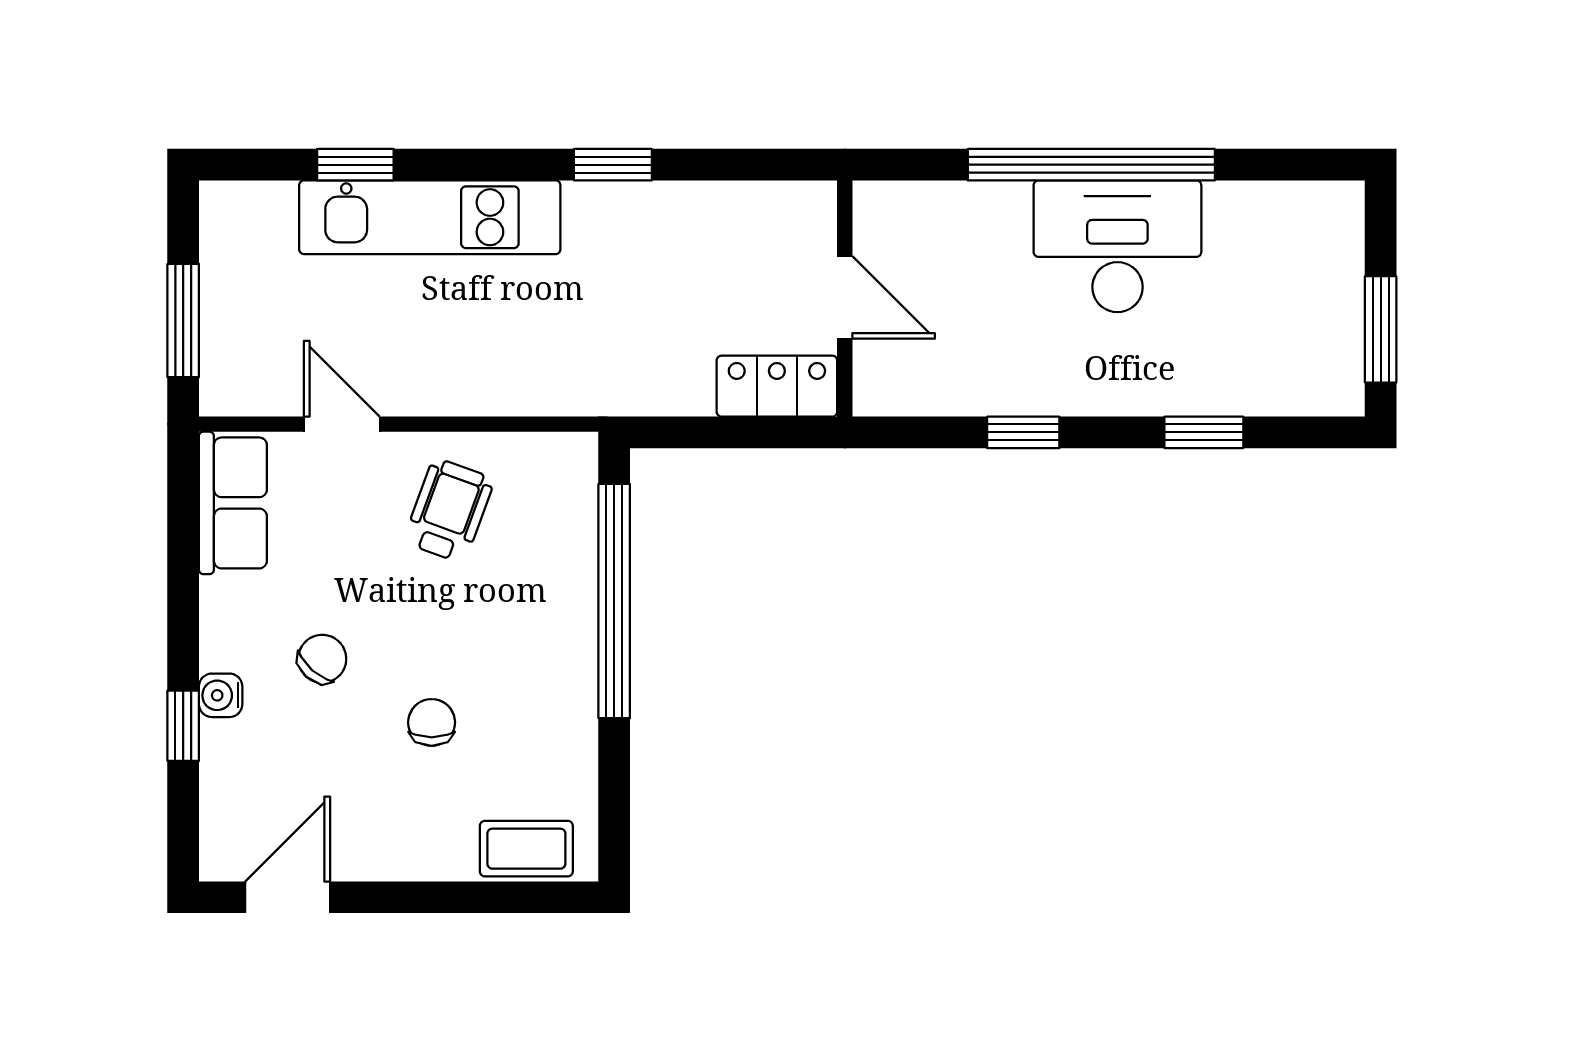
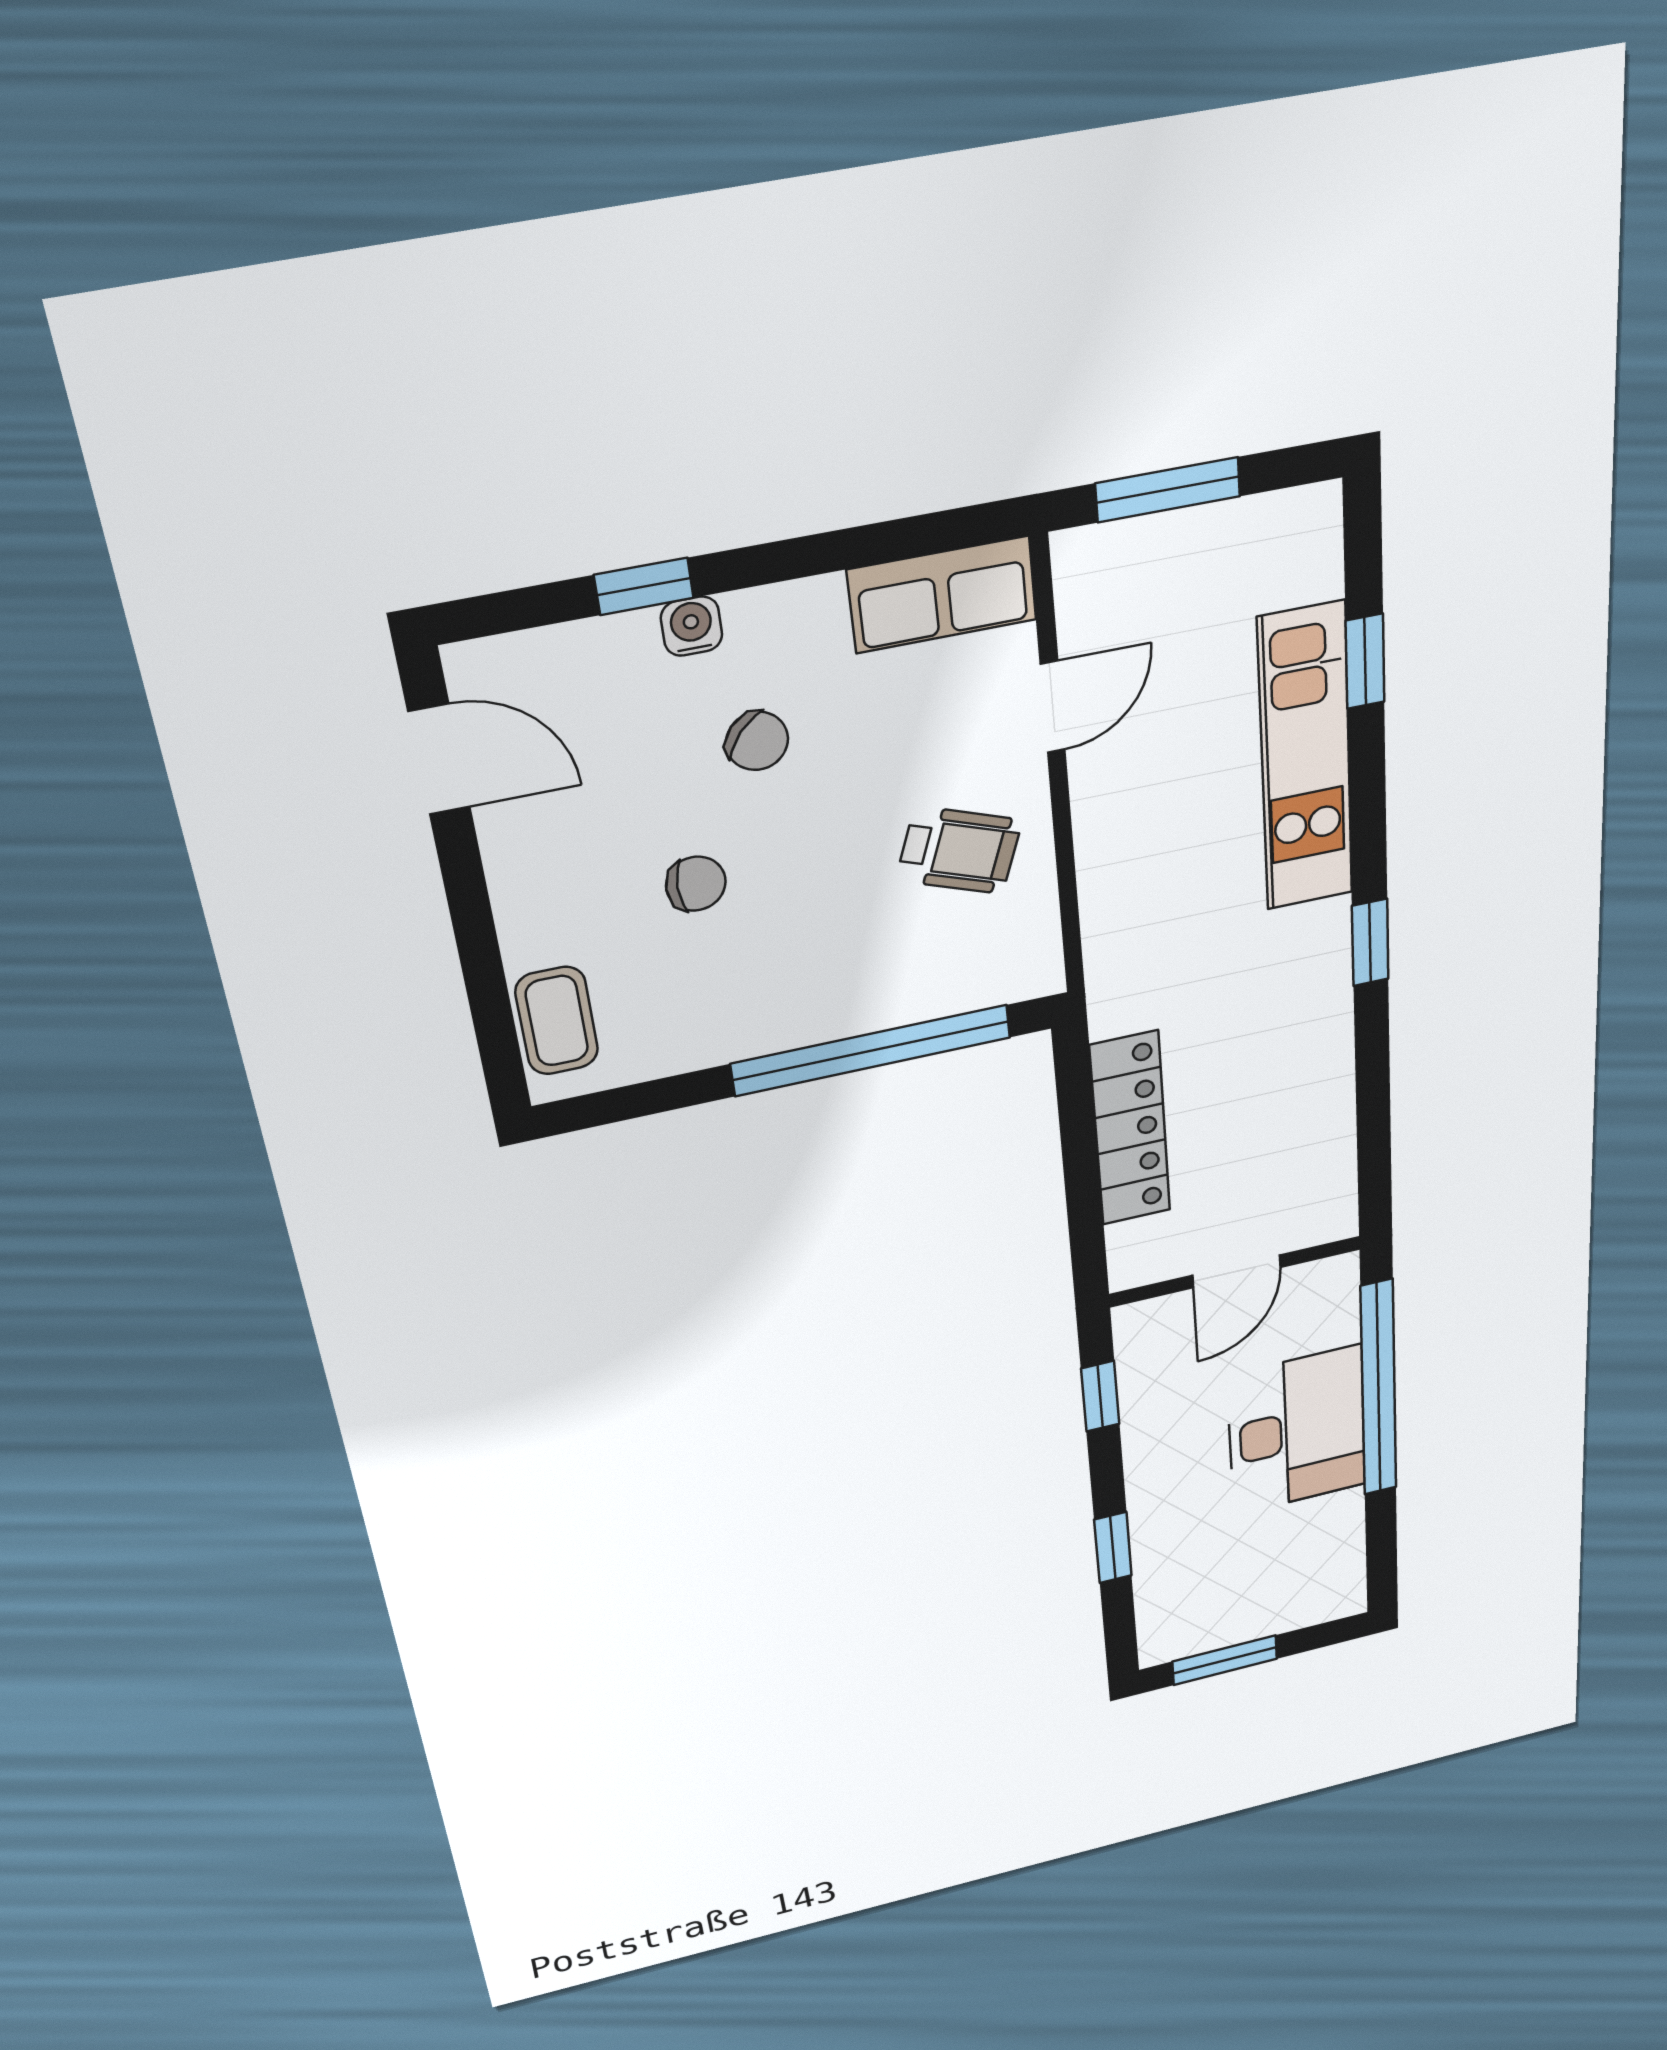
door: (845, 297) -> (1236, 1271), moved
wall: (845, 299) -> (1235, 1272), moved
locker: (777, 386) -> (1130, 1129), width x1.53

